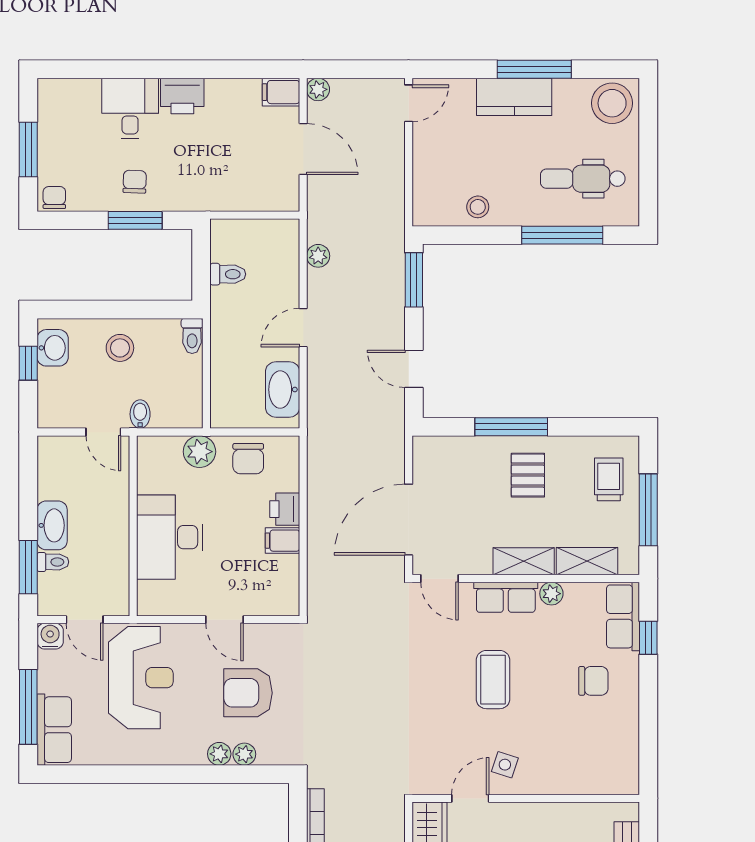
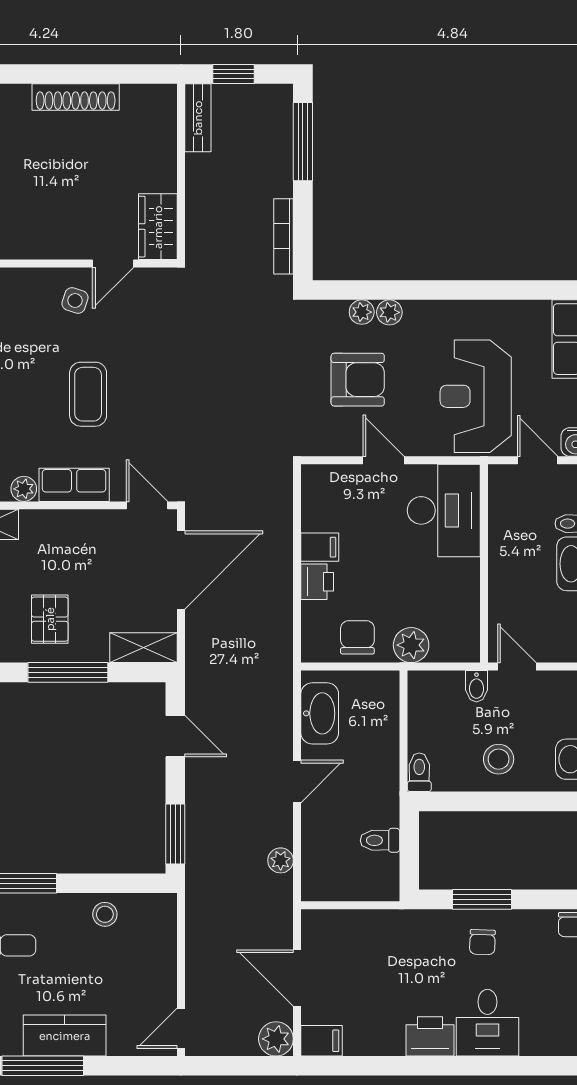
plant: (318, 89) -> (276, 1039), width x1.38, depth x1.38
desk: (170, 537) -> (444, 510), moved
shelving: (524, 561) -> (144, 648), moved

